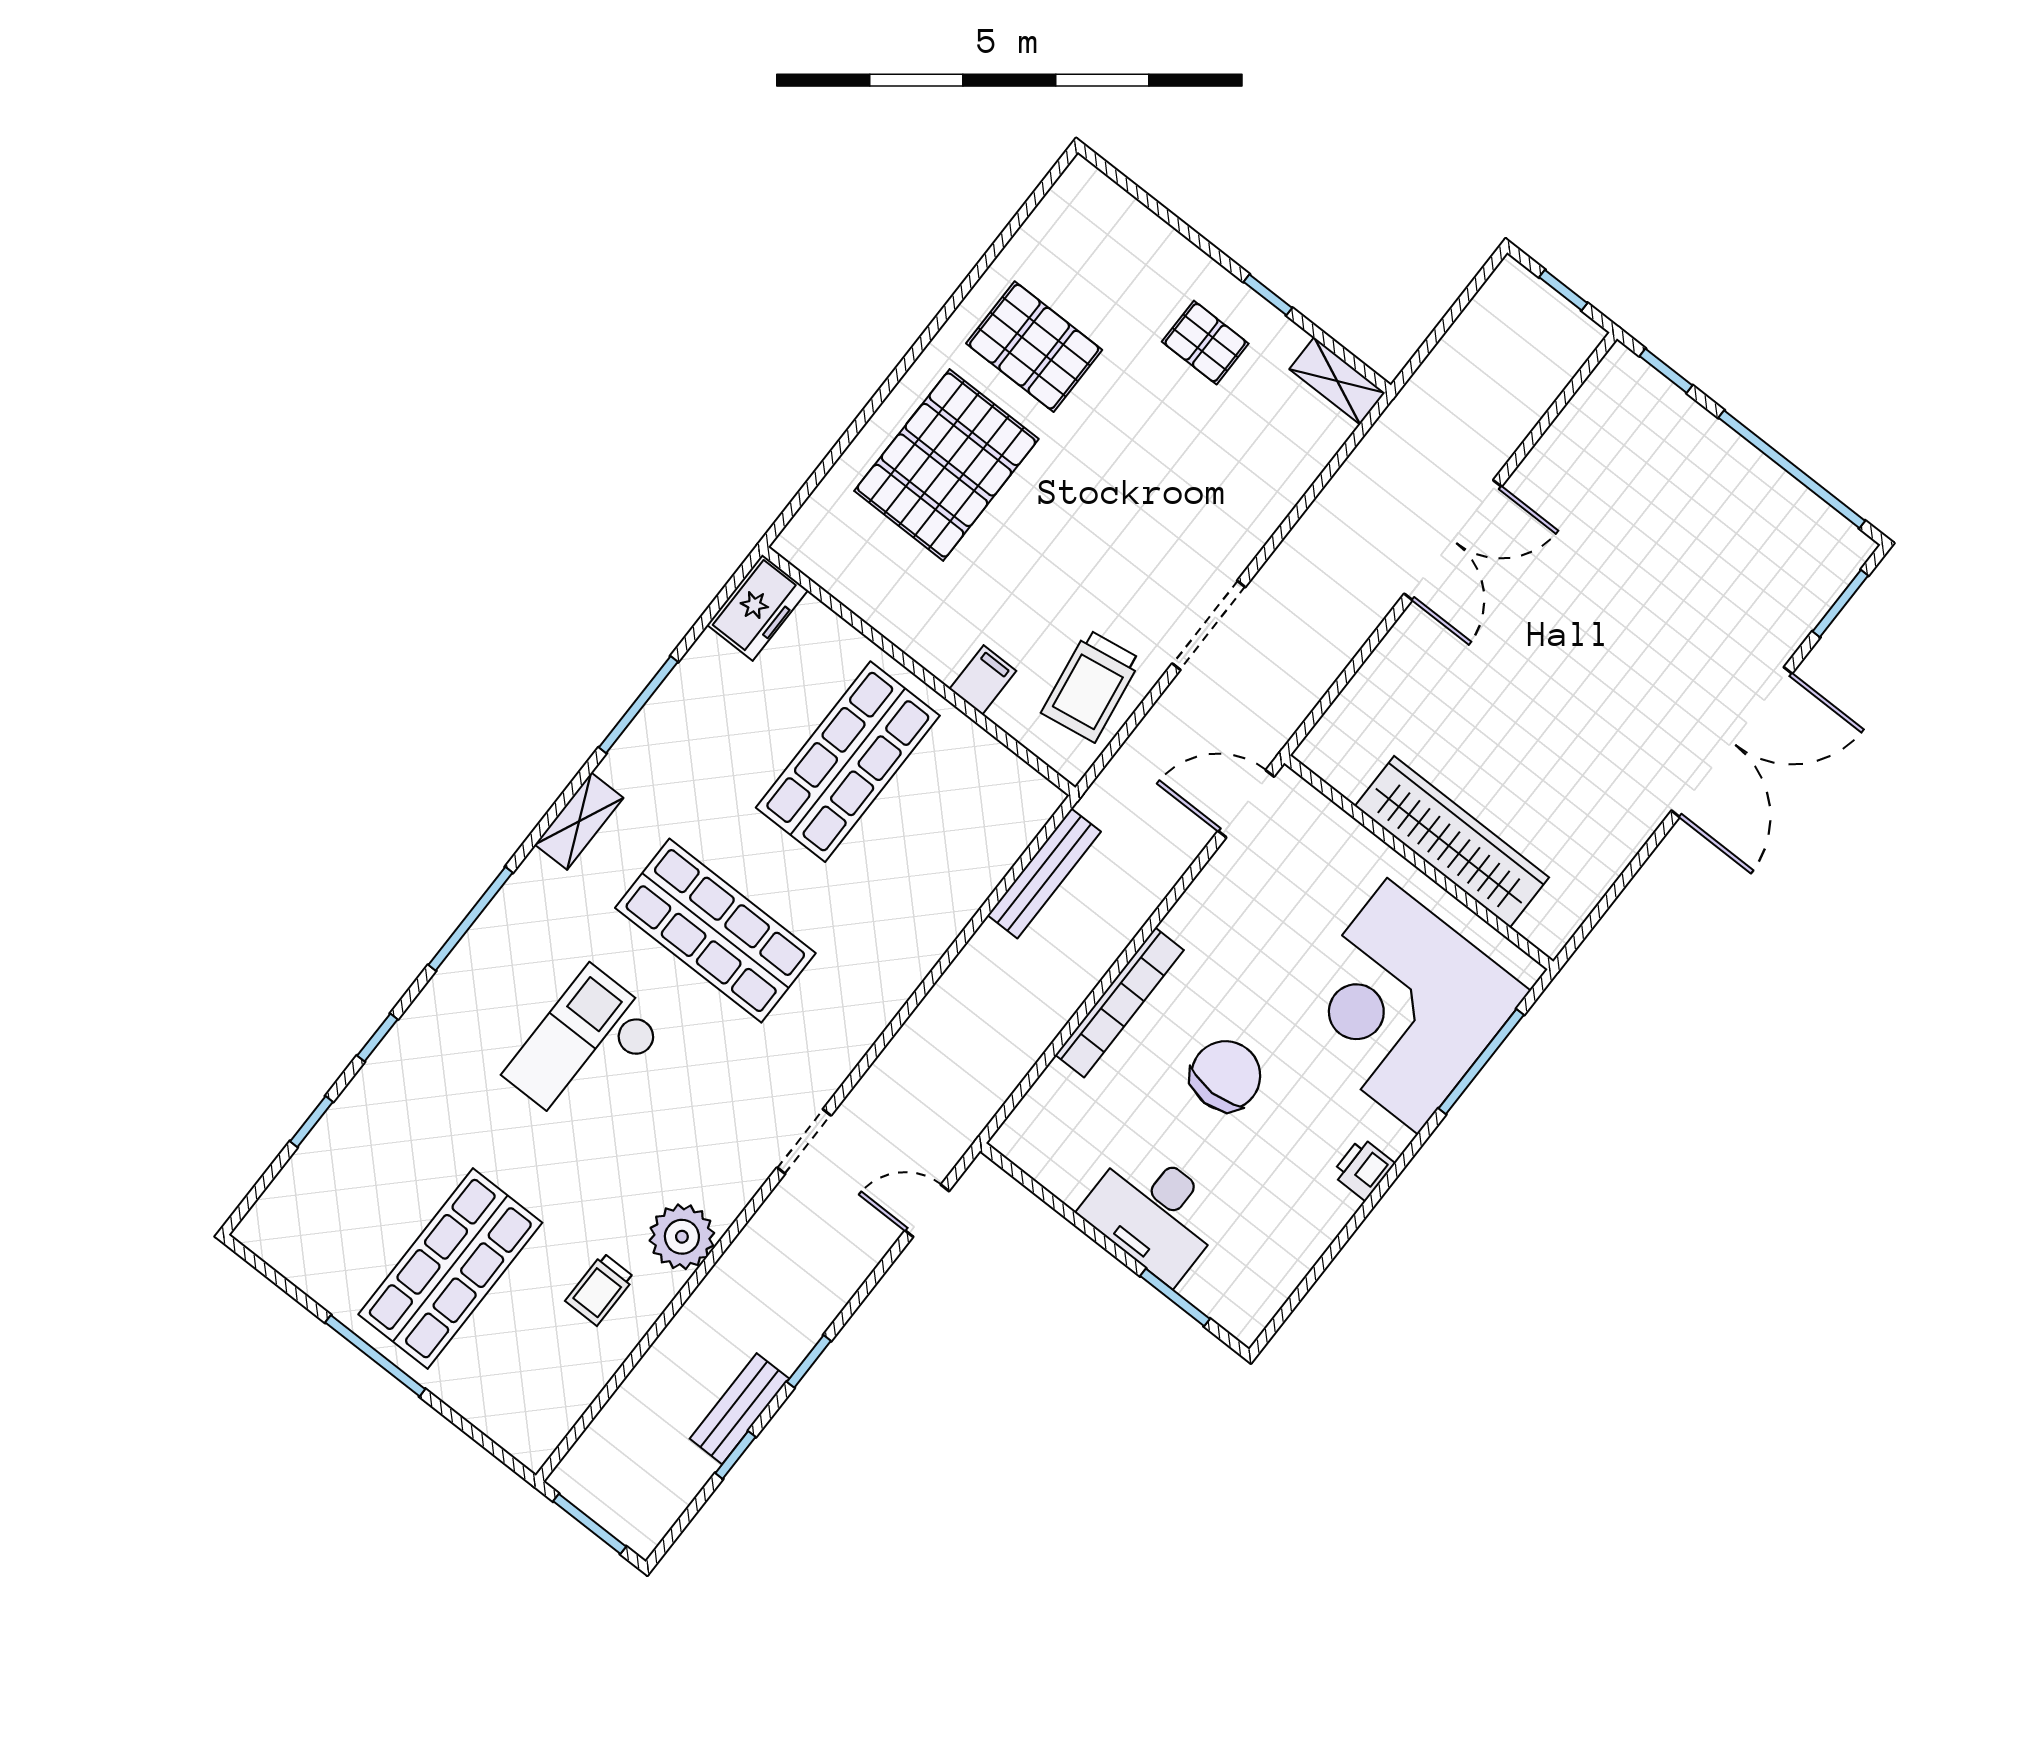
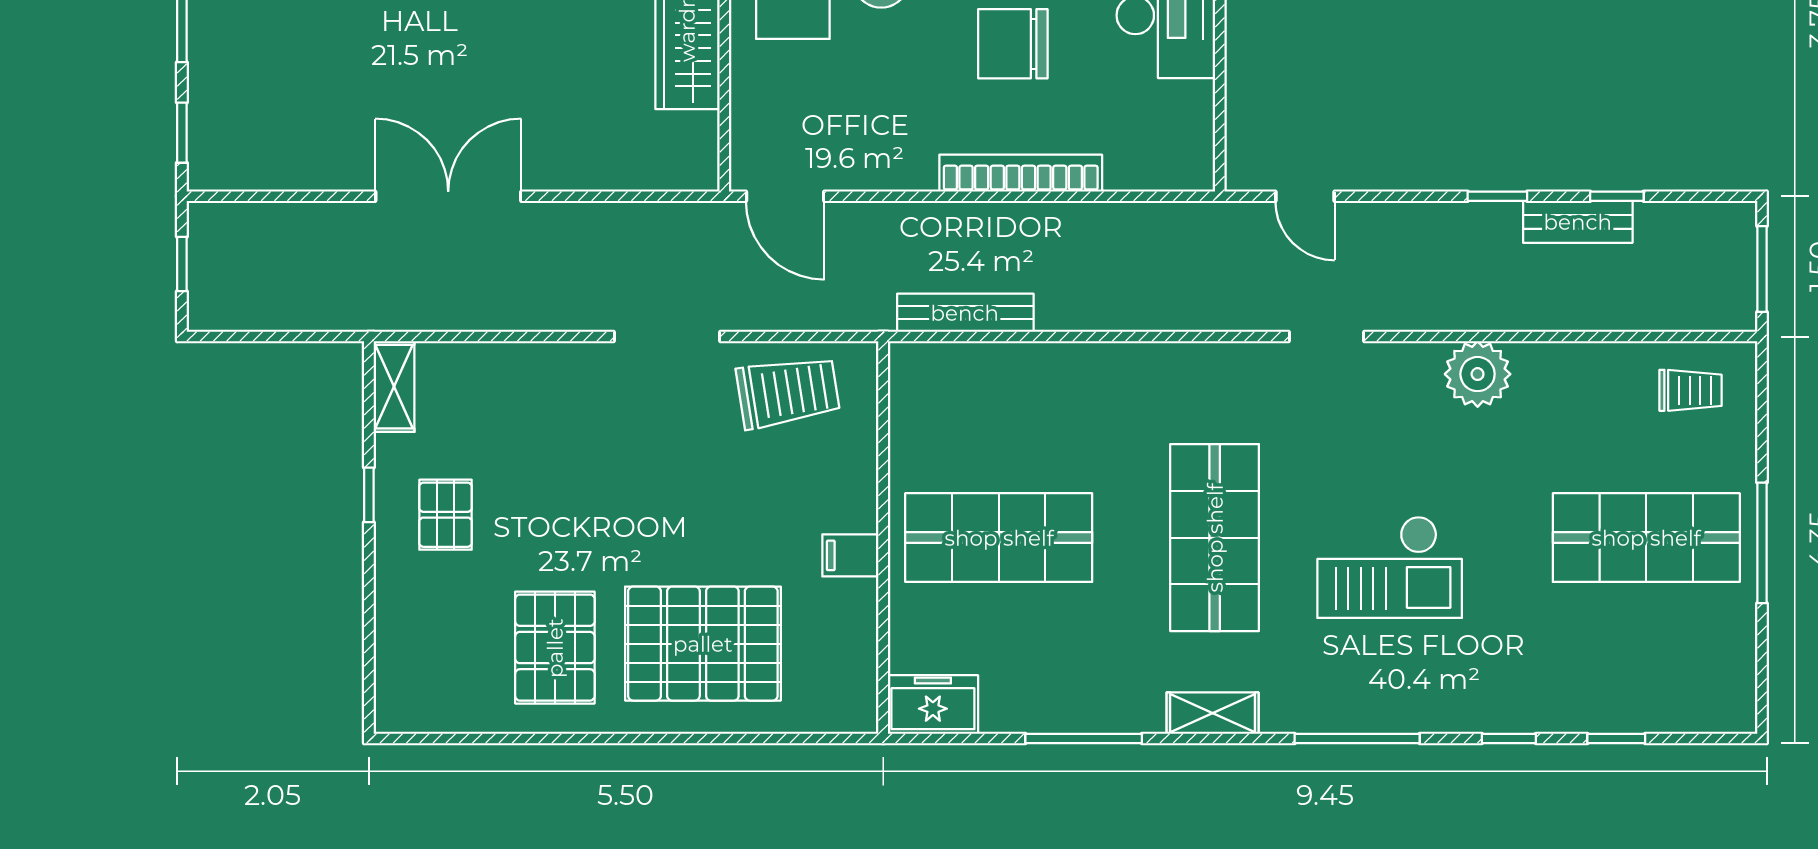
filing cabinet: (983, 680) -> (850, 555), moved
trolley: (600, 1289) -> (1691, 390), moved

